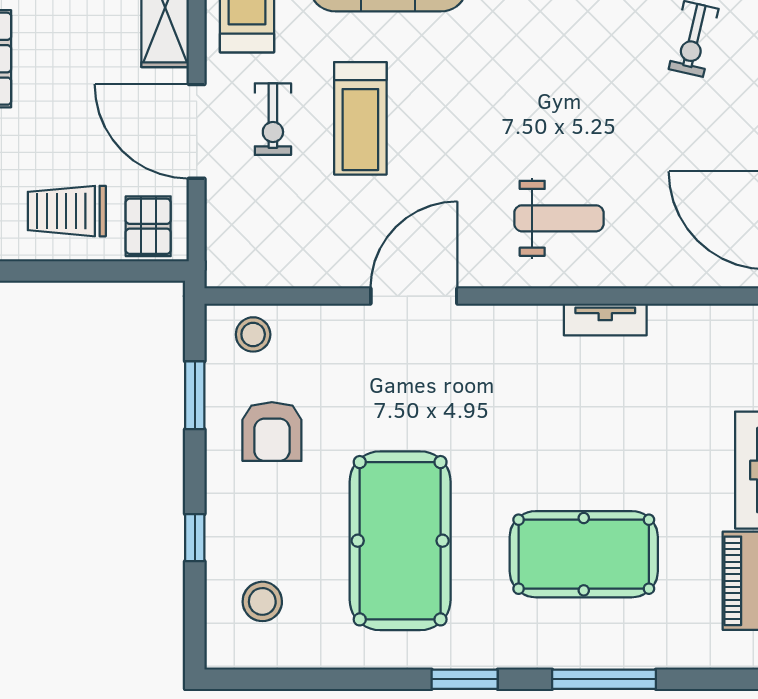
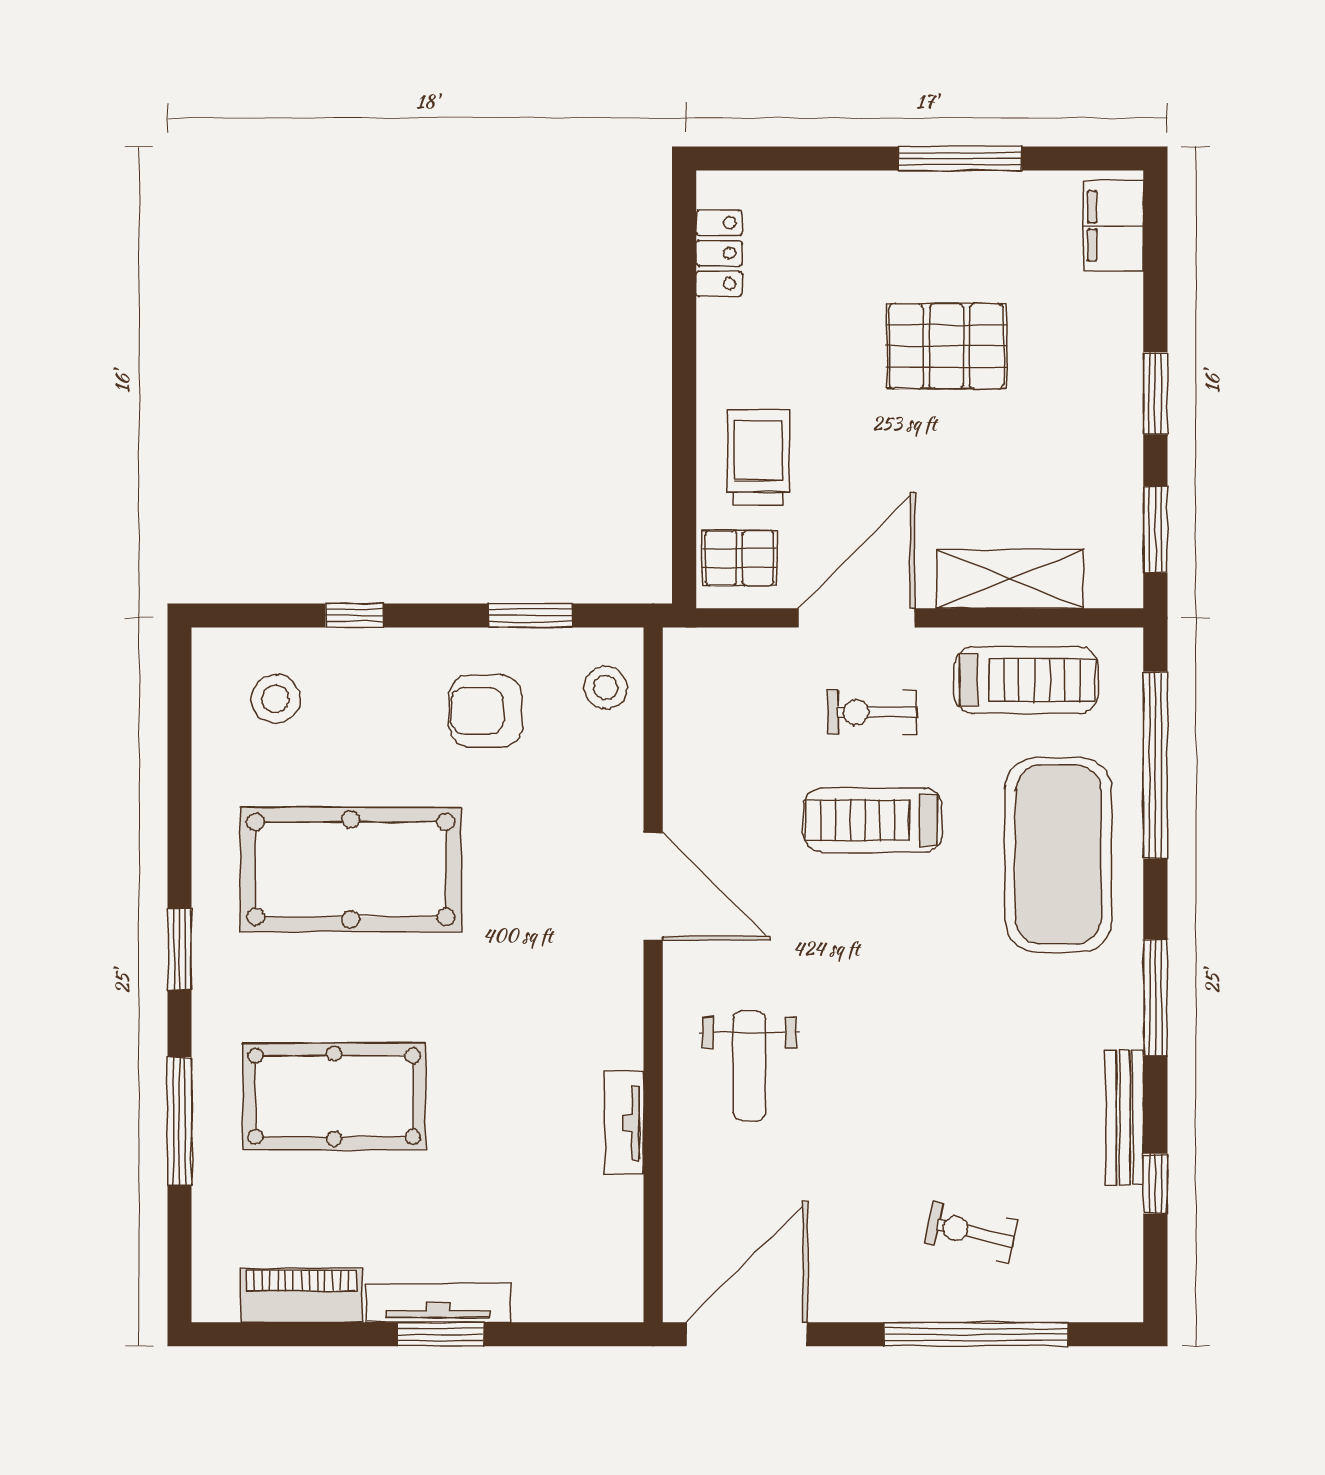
pool table: (584, 554) -> (334, 1096), turned 90

